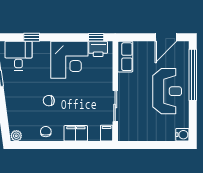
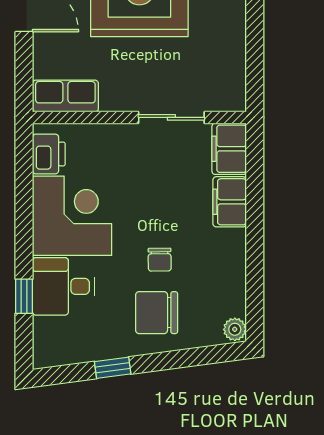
window: (96, 37) -> (24, 158), removed
desk: (18, 56) -> (63, 286), moved
chair: (46, 132) -> (157, 313), moved, width x1.87, depth x1.87
filing cabinet: (107, 133) -> (229, 149), width x2.00

